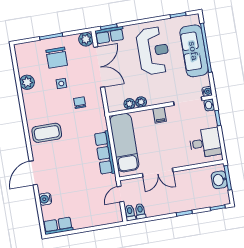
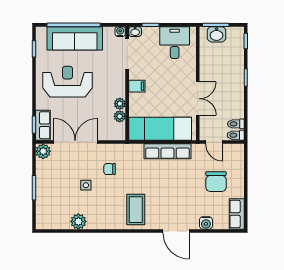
chair: (57, 58) -> (216, 182), moved, turned 90

